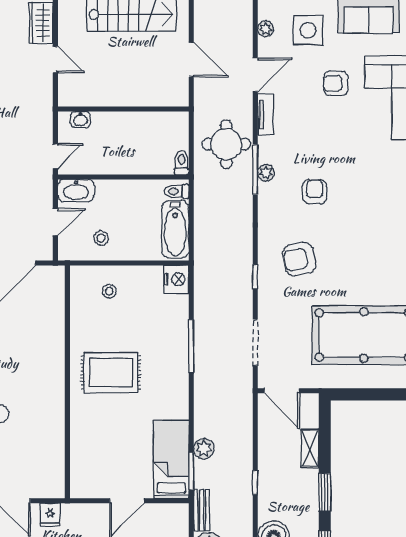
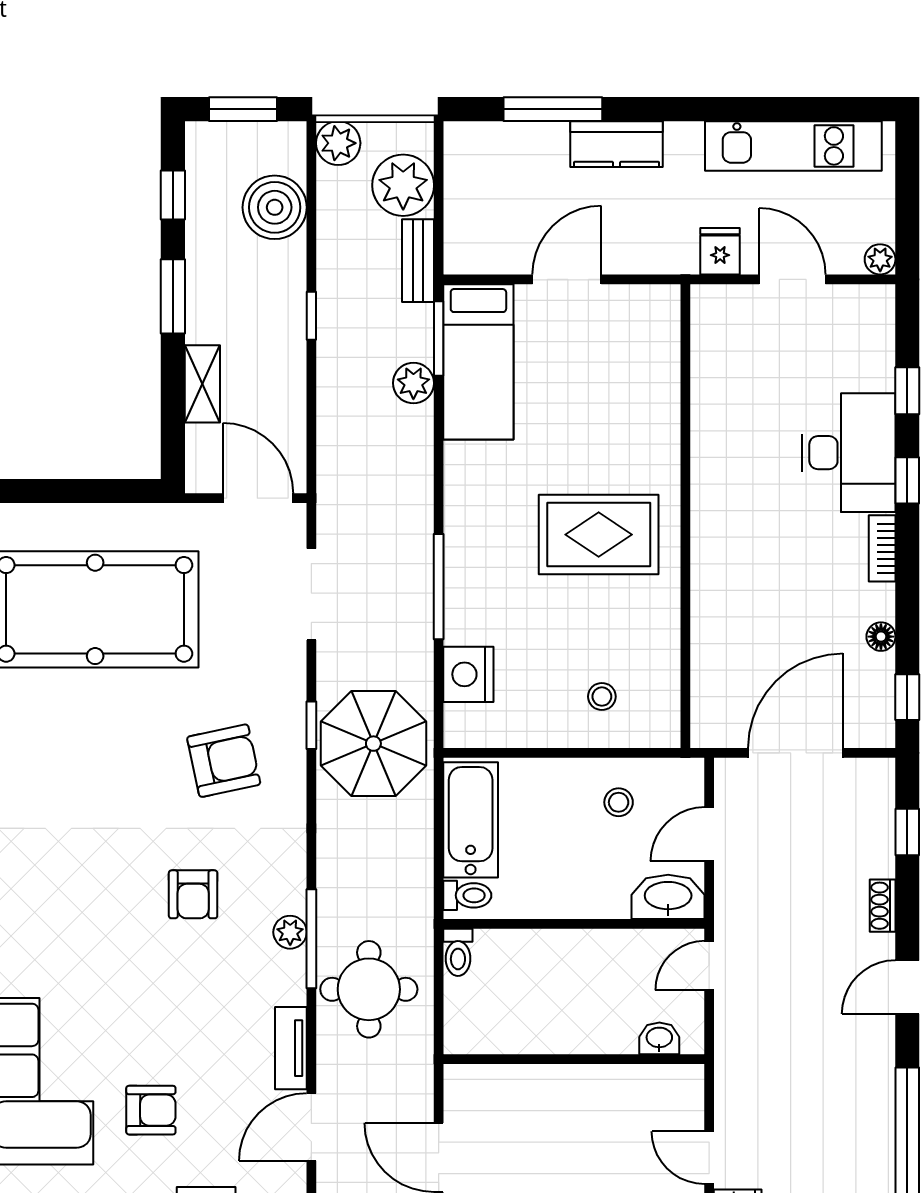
parasol: (224, 268) -> (373, 744), added
nightstand: (176, 279) -> (468, 674), moved

